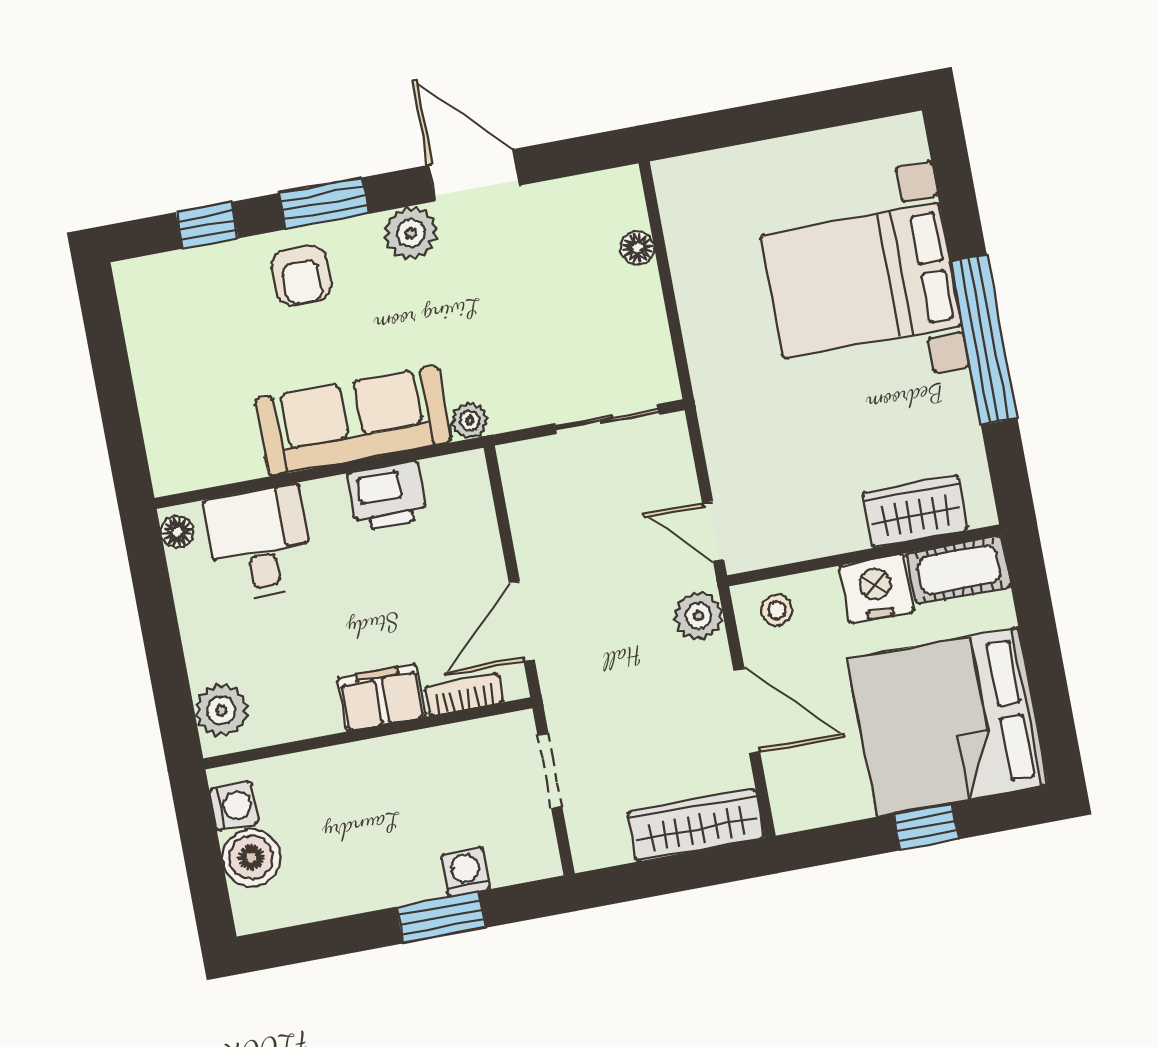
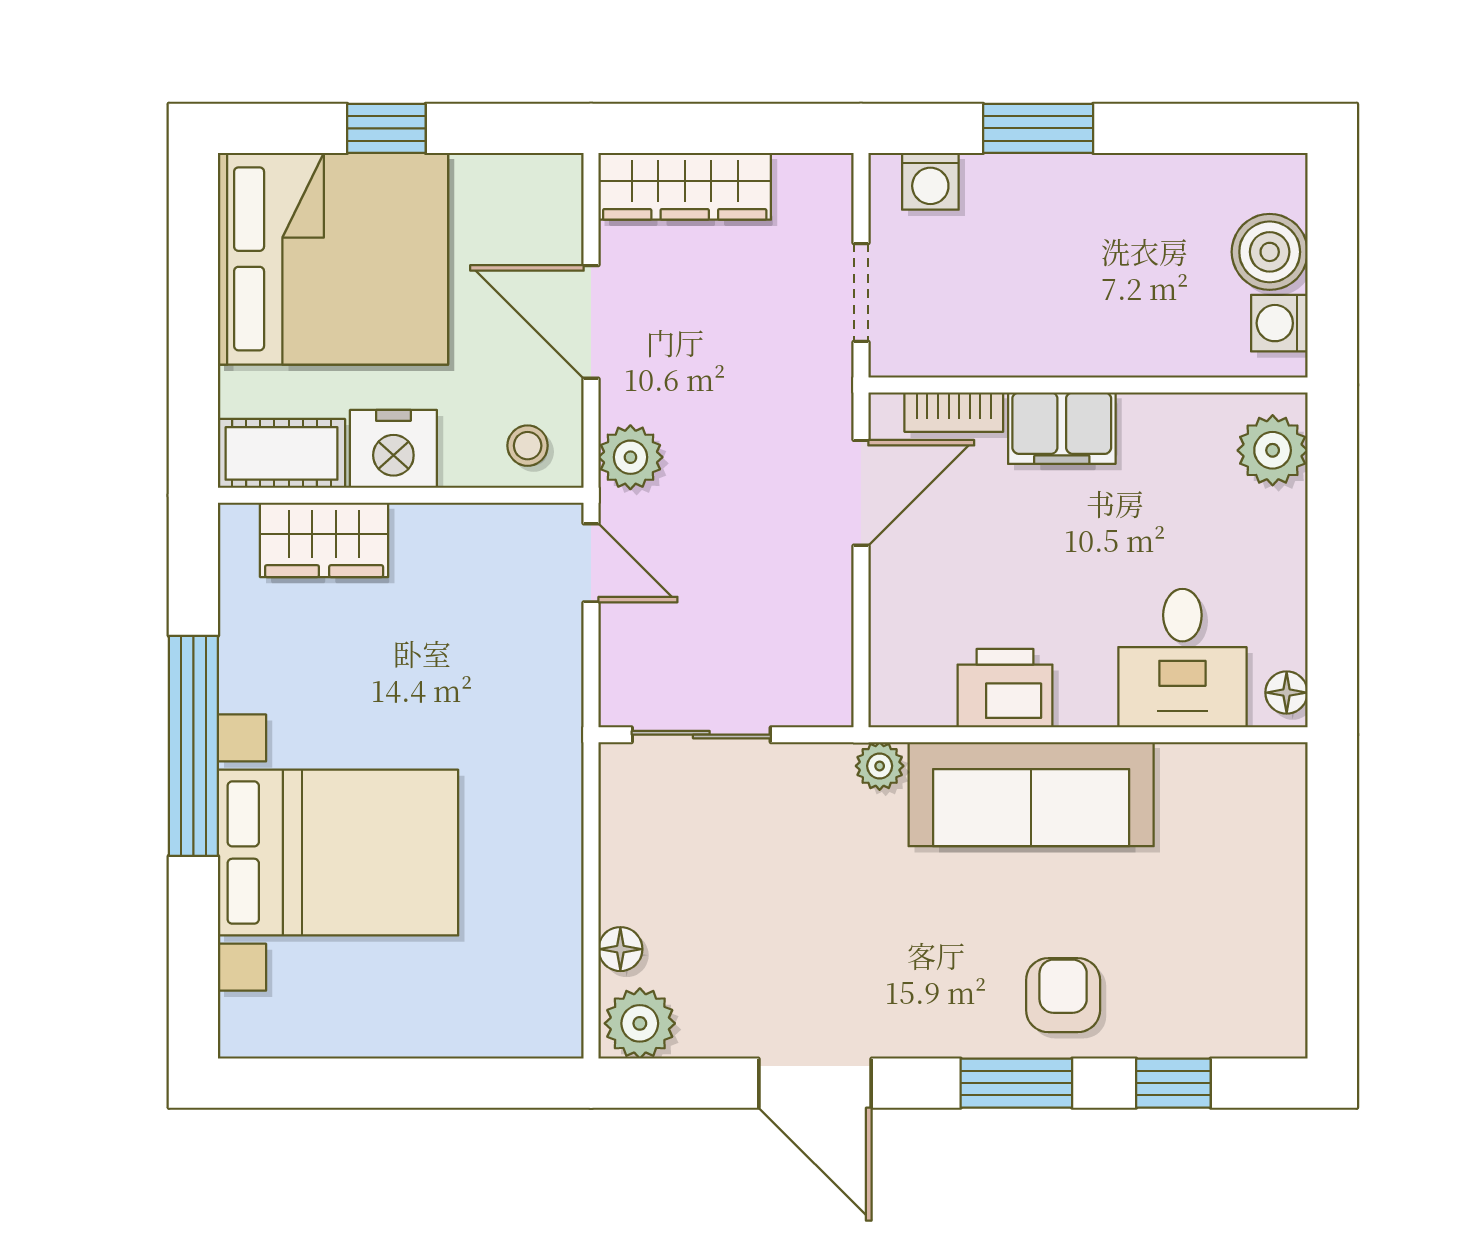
plant: (411, 233) -> (640, 1023), moved
washing machine: (466, 872) -> (930, 181), moved

